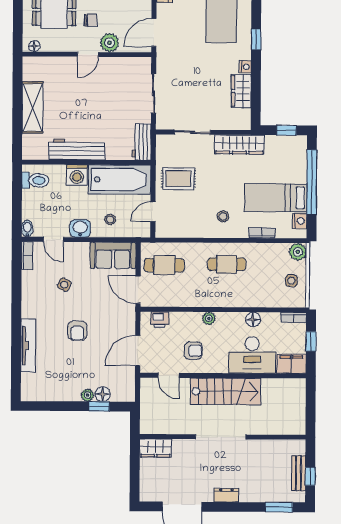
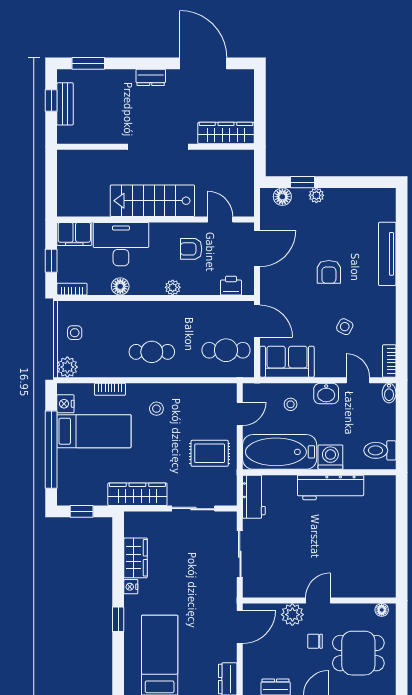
shelving: (32, 108) -> (384, 537), removed
armchair: (77, 331) -> (329, 272), turned 180
floor lamp: (103, 394) -> (282, 197), moved
wardrobe: (155, 448) -> (226, 133), width x1.50

